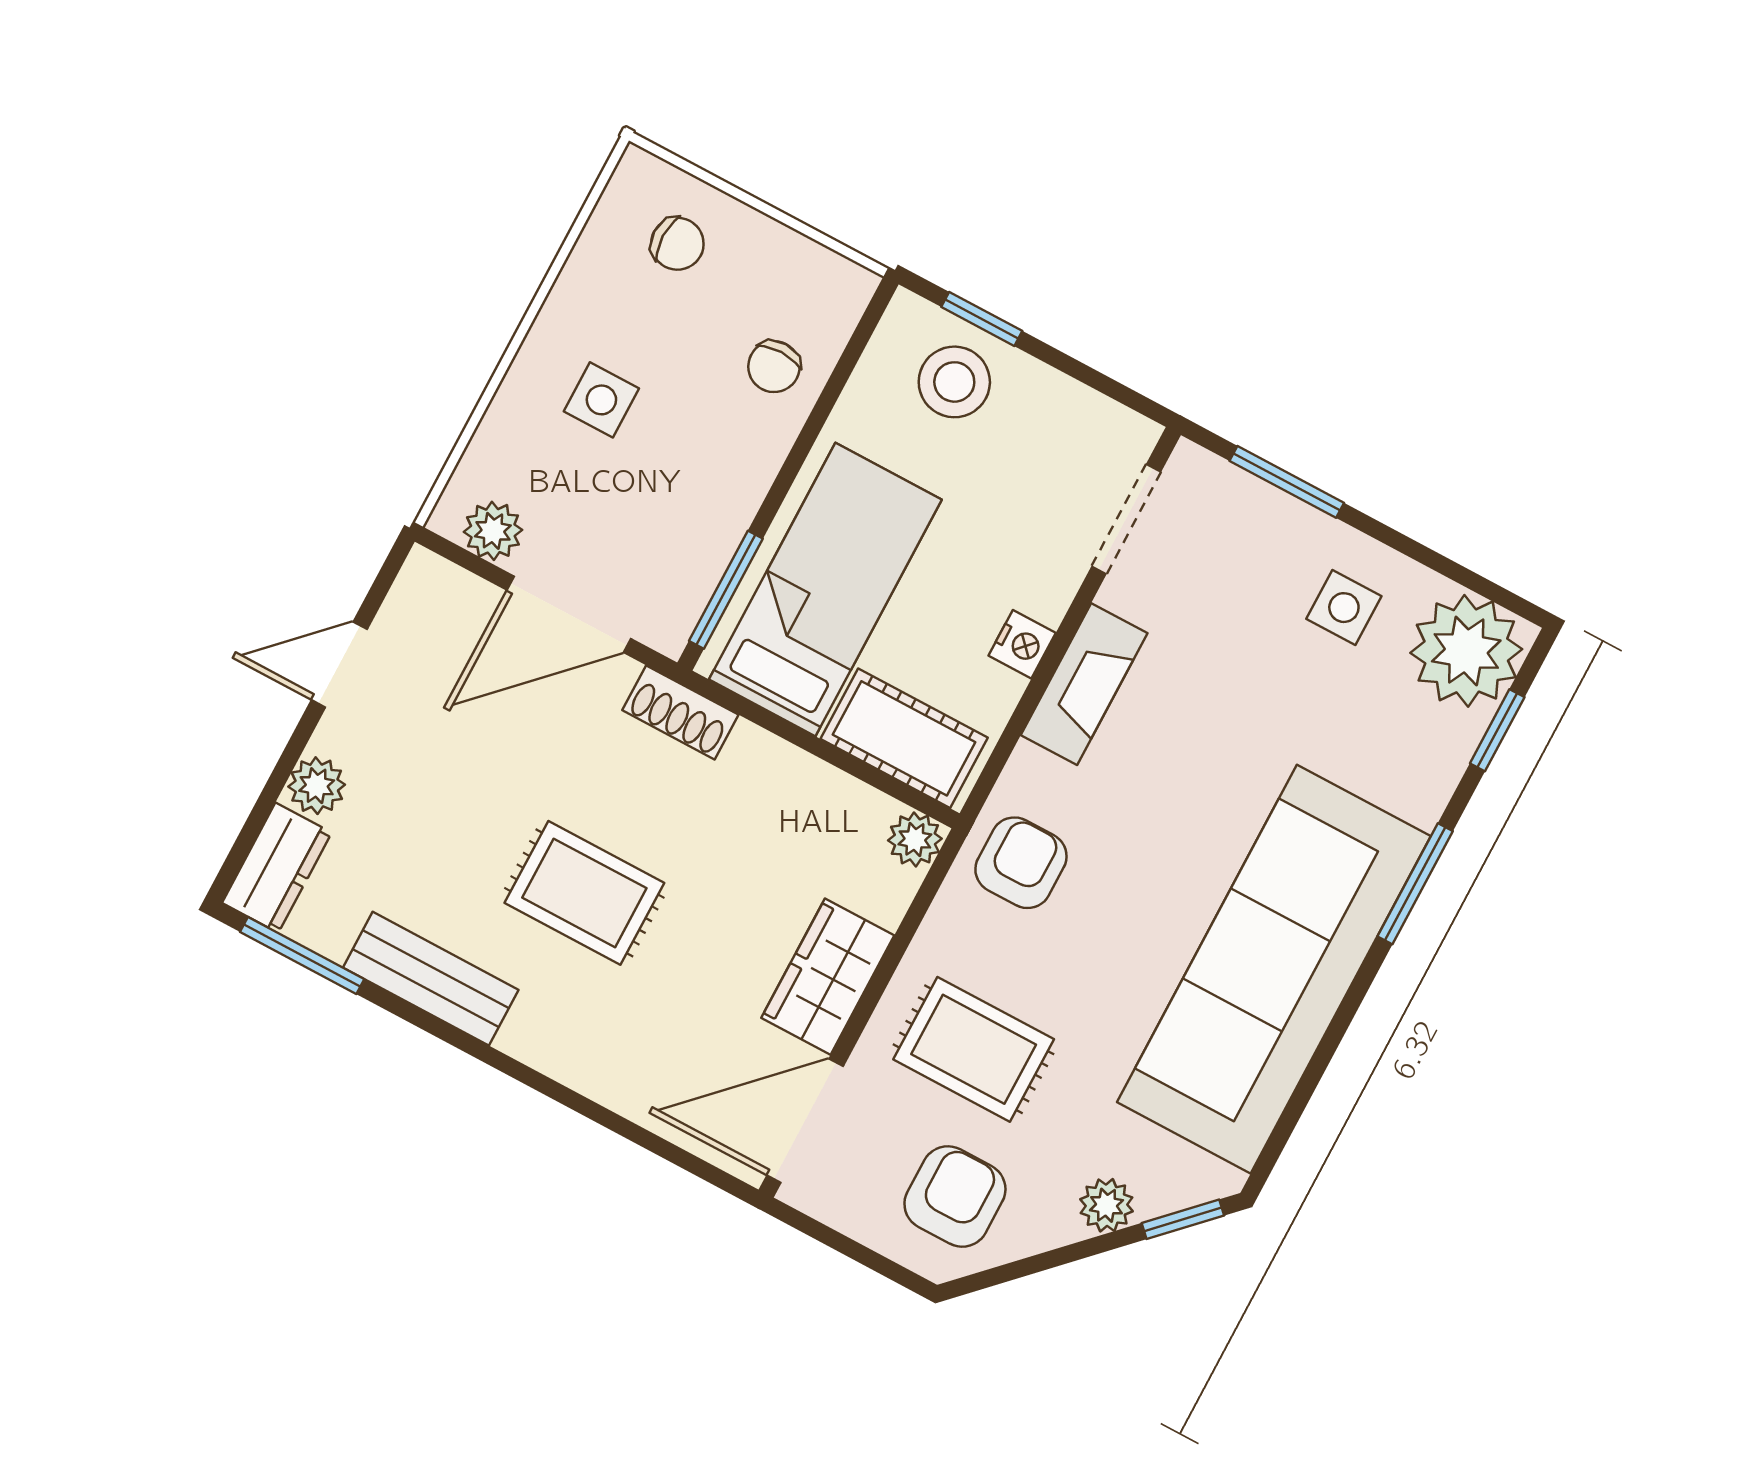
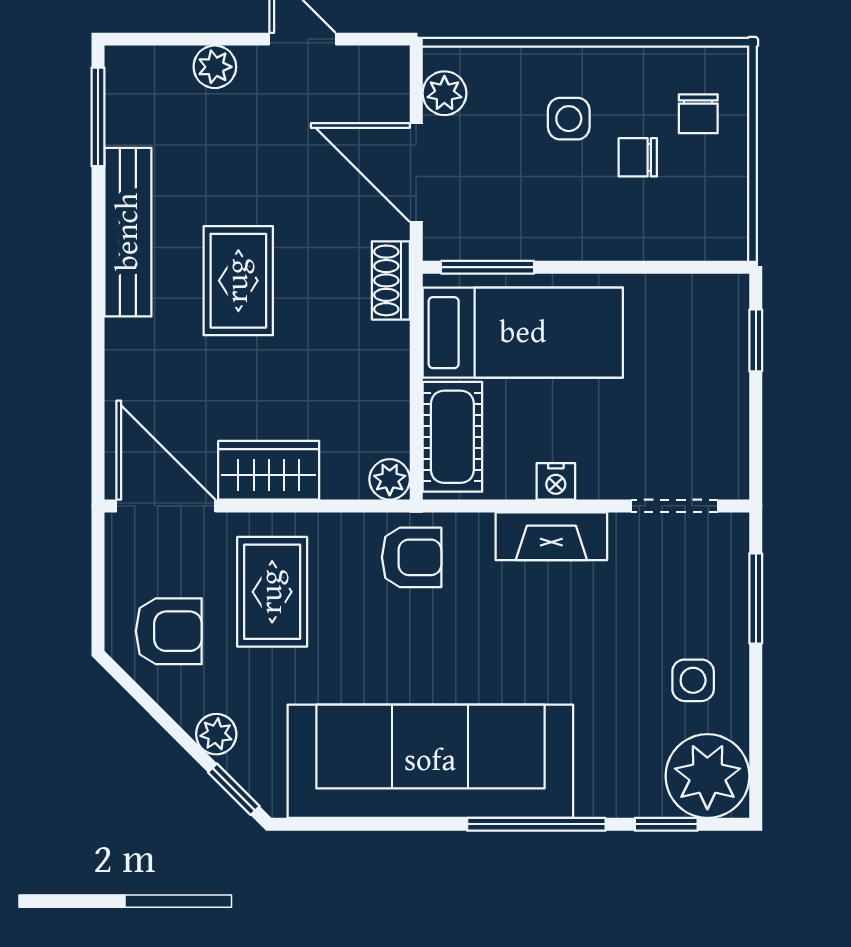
chair: (774, 367) -> (638, 157), moved
stool: (954, 382) -> (705, 345), removed
dresser: (277, 868) -> (147, 69), removed
window: (1415, 884) -> (536, 824), width x1.44
bench: (431, 979) -> (128, 232), width x1.36

